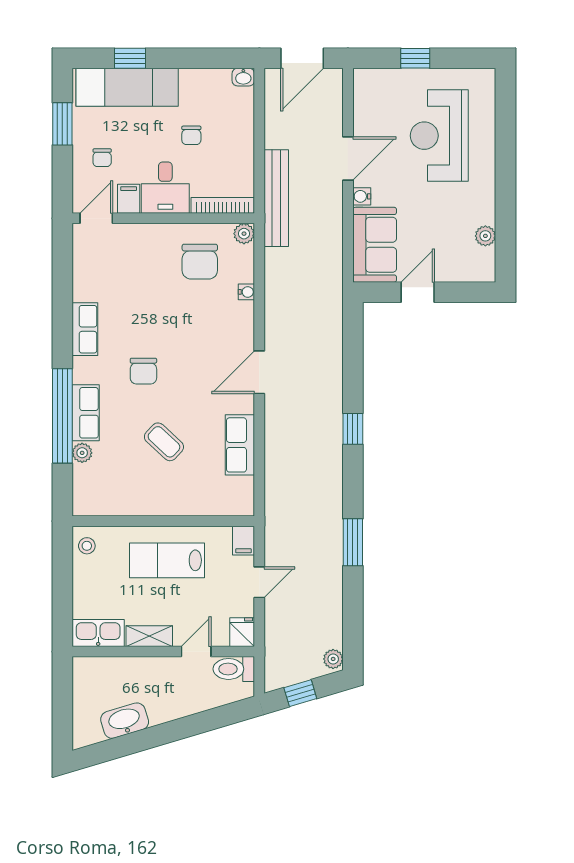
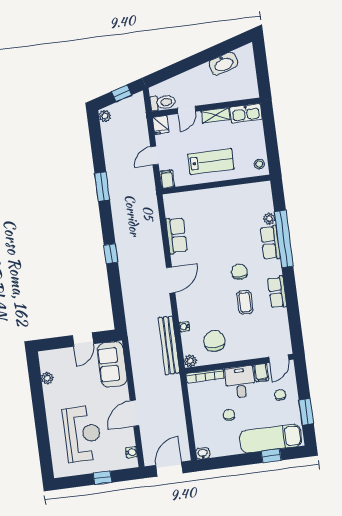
water cooler: (362, 196) -> (131, 452), moved
bench: (276, 198) -> (169, 345), moved
coffee table: (164, 442) -> (245, 302), moved, turned 47

